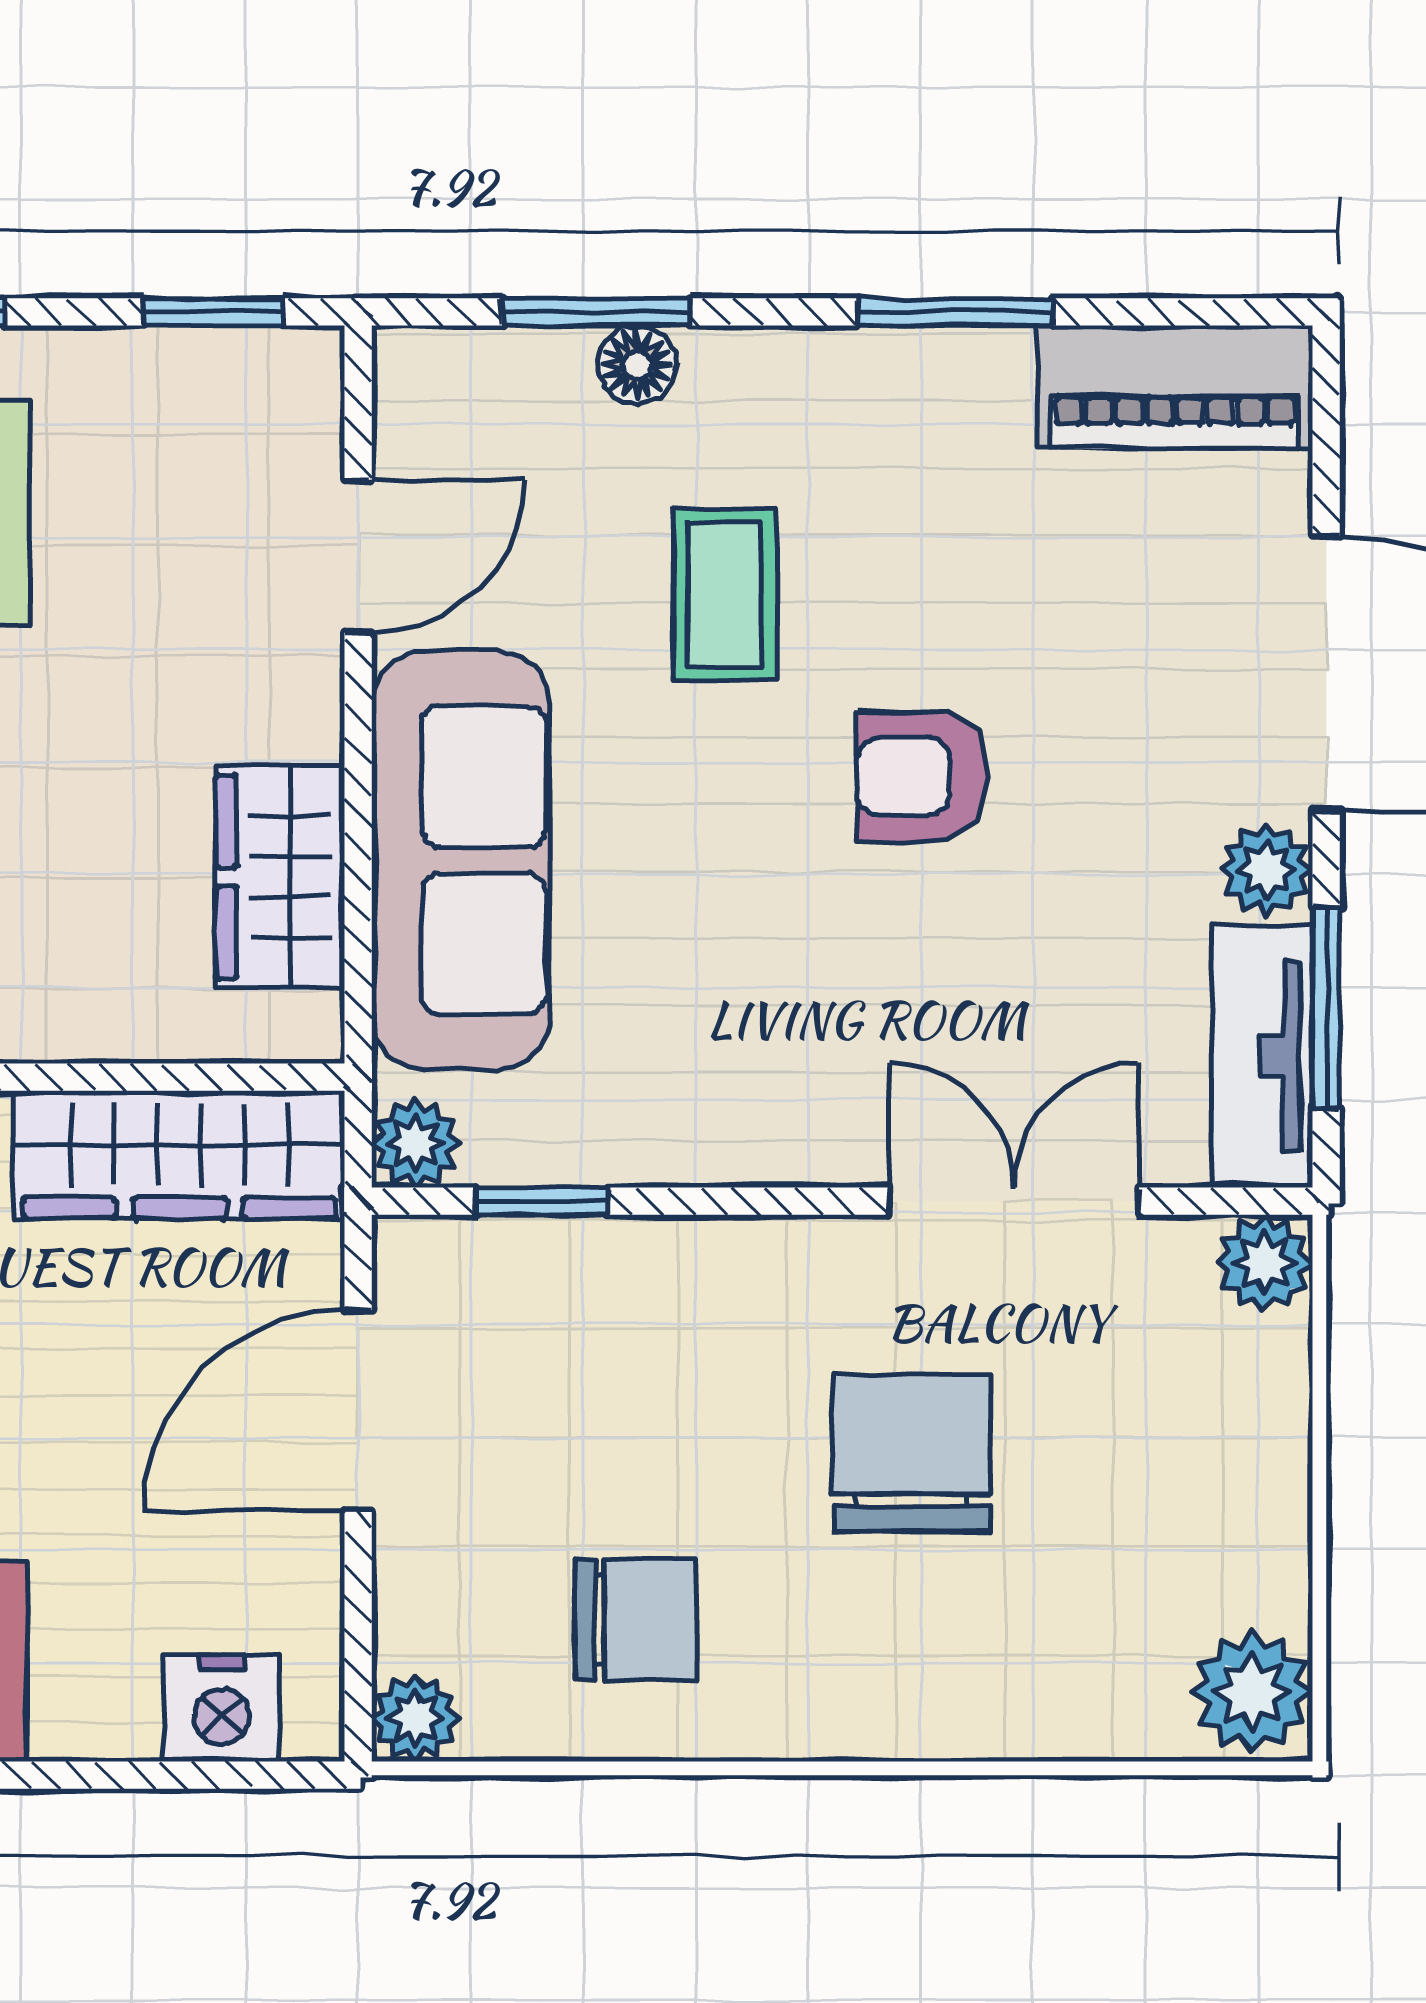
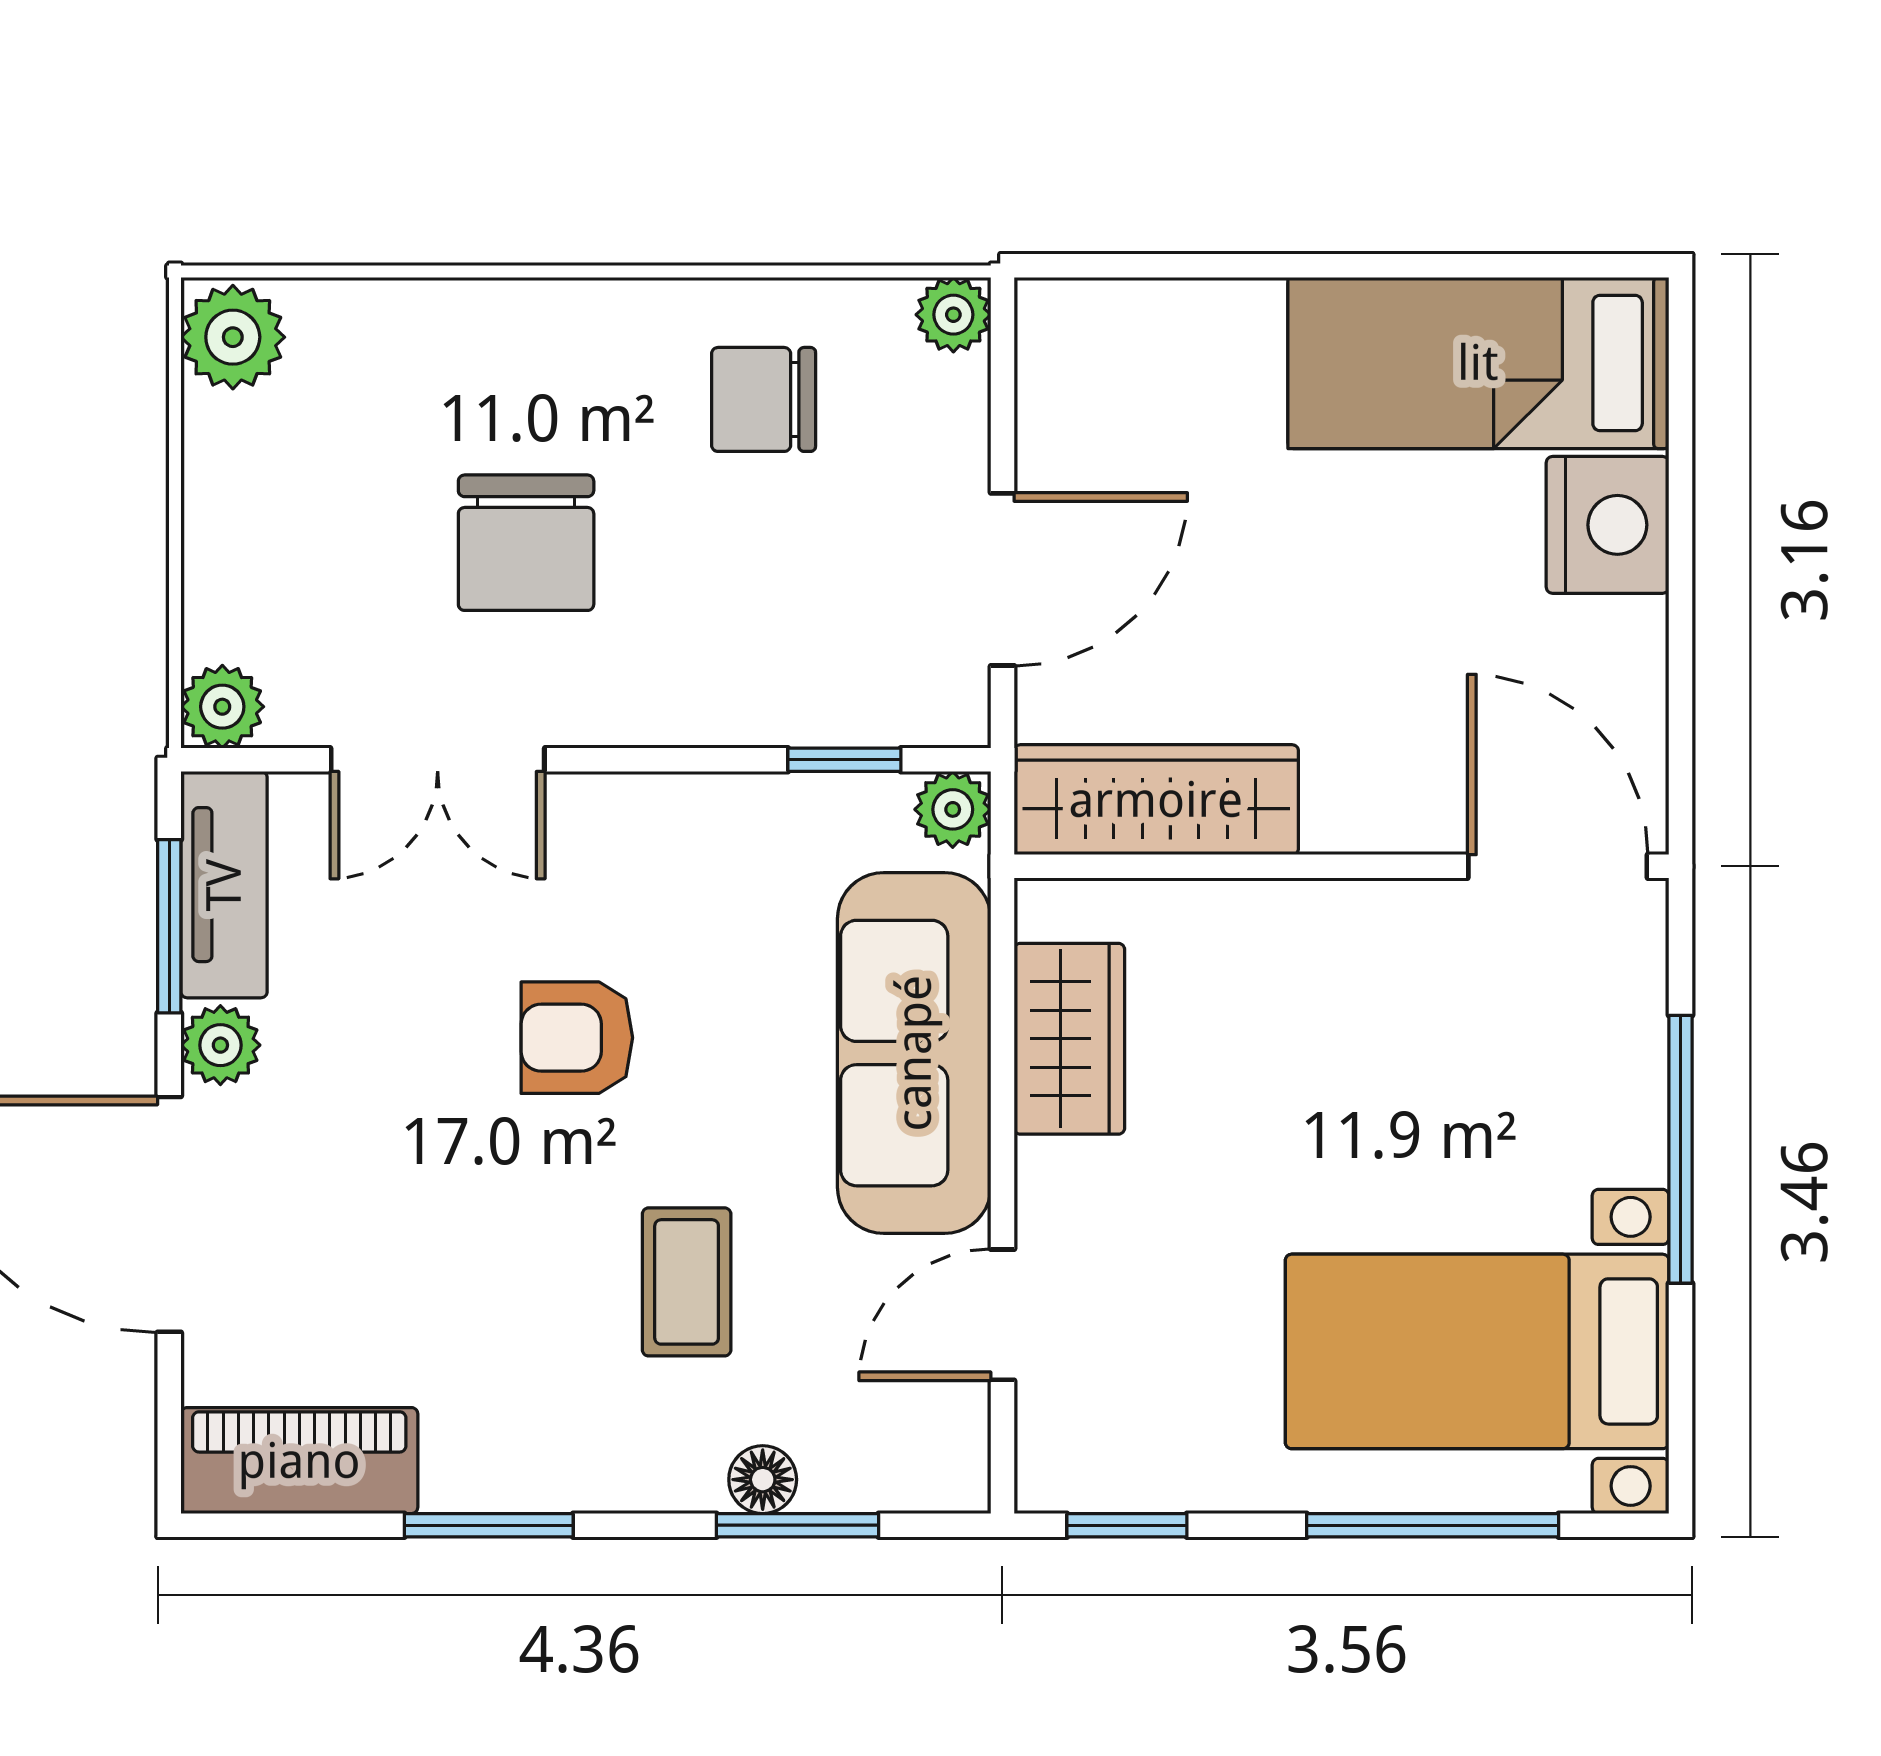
armchair: (922, 776) -> (577, 1038), moved, turned 180
nightstand: (222, 1708) -> (1120, 323), removed

